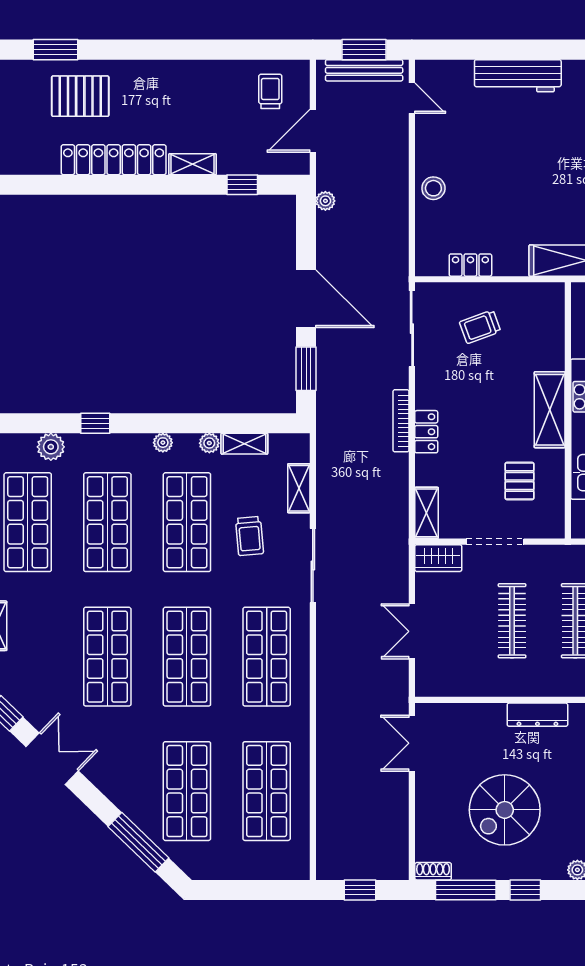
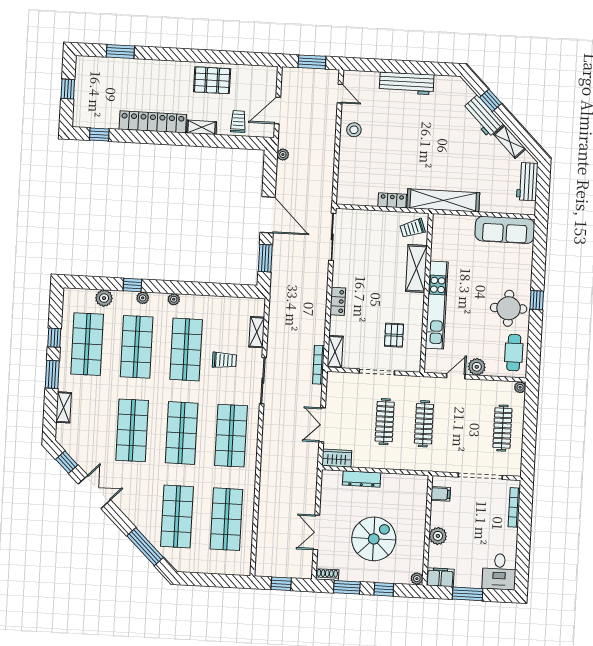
bench: (364, 70) -> (311, 75), removed
trolley: (270, 91) -> (238, 121), moved
pallet: (80, 96) -> (212, 80), moved
window: (242, 185) -> (99, 135), moved
stool: (433, 188) -> (354, 130), moved
locker: (470, 265) -> (392, 200), moved
trolley: (480, 327) -> (413, 228), moved
shelving: (550, 410) -> (416, 268), moved
bookcase: (401, 421) -> (319, 365), moved
plant: (209, 443) -> (143, 298), moved
shelving: (244, 444) -> (224, 303), removed
trolley: (249, 536) -> (224, 360), turned -85
wardrobe: (438, 558) -> (337, 458), moved, turned 180
dresser: (537, 715) -> (362, 479), moved
double door: (412, 743) -> (316, 532), moved
spiral stairs: (505, 810) -> (374, 539), turned 180
window: (466, 890) -> (347, 587), width x0.69

